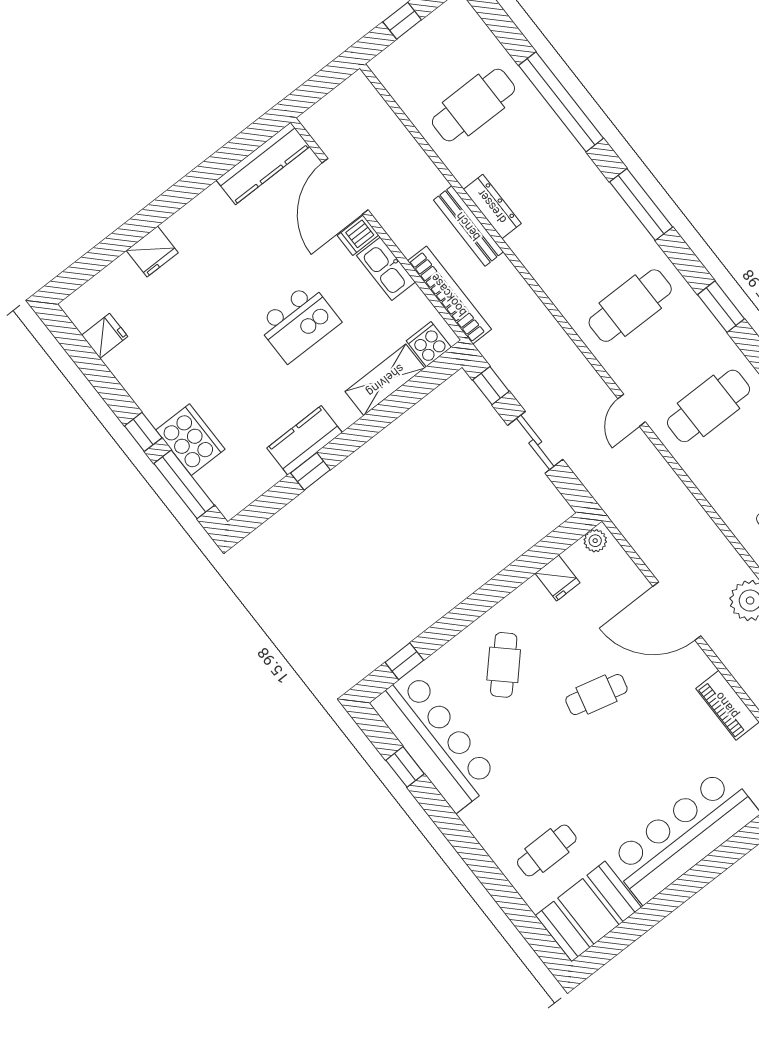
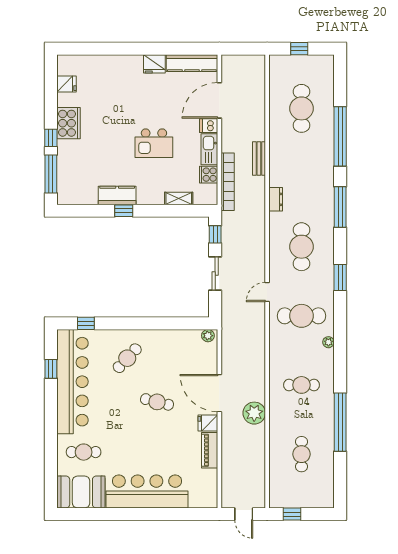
cafe table: (473, 105) -> (302, 108), turned 90
dresser: (492, 206) -> (276, 199), moved, width x0.70
bench: (468, 226) -> (259, 159), width x0.73
fridge: (152, 252) -> (154, 64), moved
cafe table: (630, 306) -> (302, 247), turned 90
cooker: (429, 344) -> (209, 175), moved, turned -90
shelving: (385, 380) -> (179, 198), width x0.67, depth x0.75
cooker: (190, 440) -> (68, 123), moved
window: (310, 471) -> (124, 211), moved
fridge: (557, 578) -> (208, 423), moved, turned 90
bar counter: (435, 741) -> (72, 382), width x1.36

